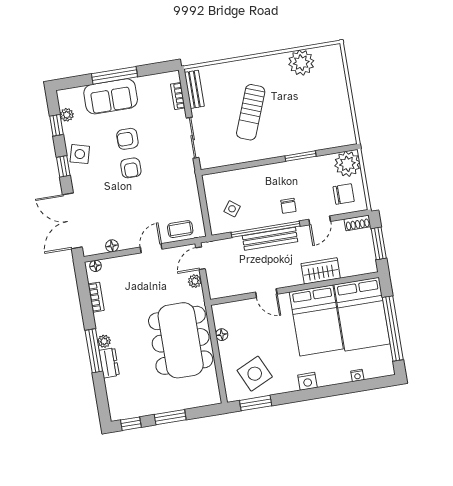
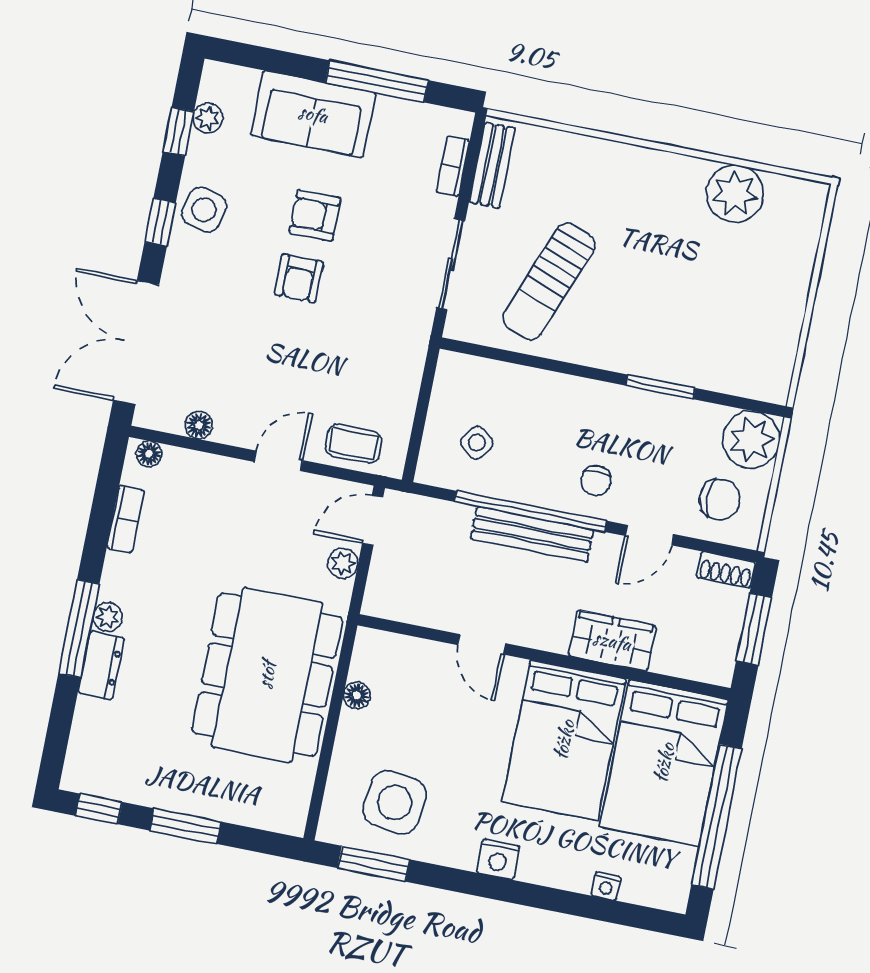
window: (115, 75) -> (377, 81), moved
sun lounger: (251, 112) -> (549, 281), moved
side table: (255, 374) -> (395, 802), turned 33

